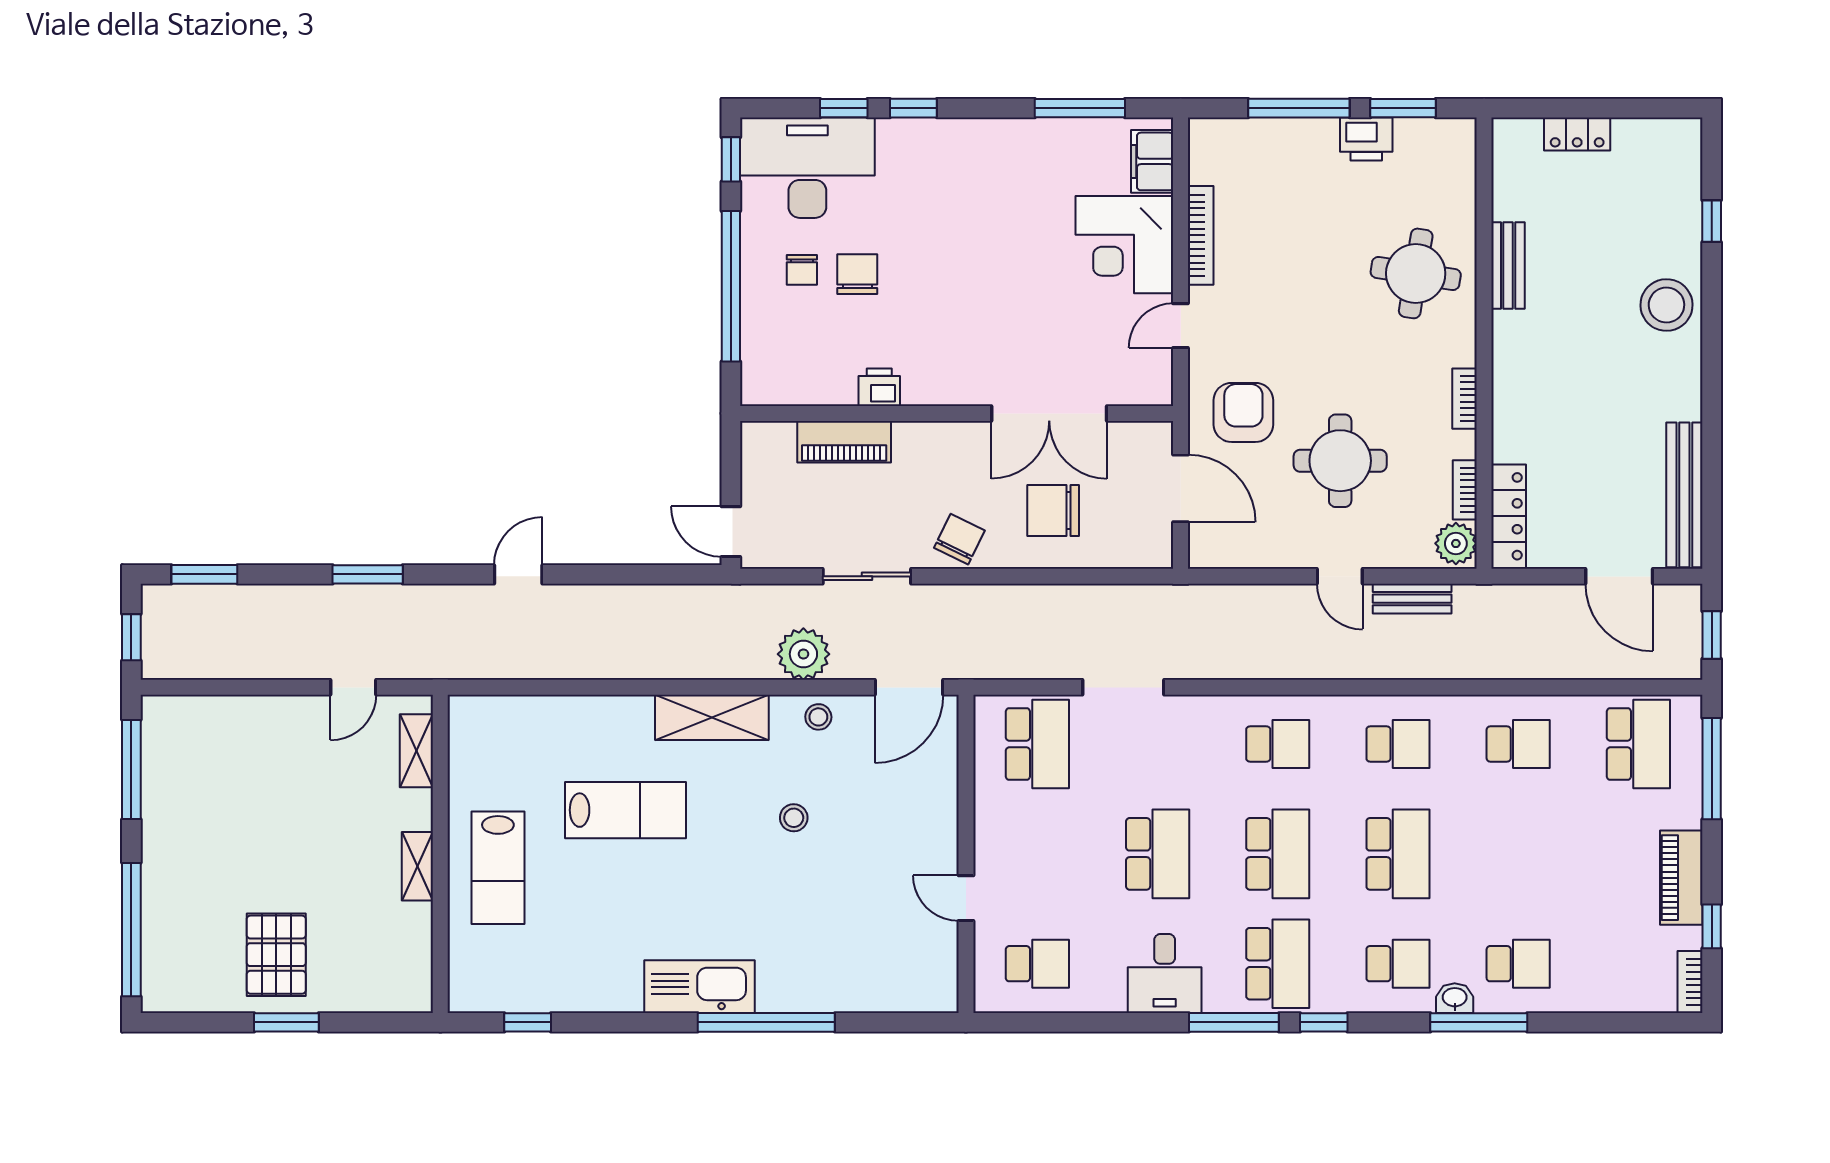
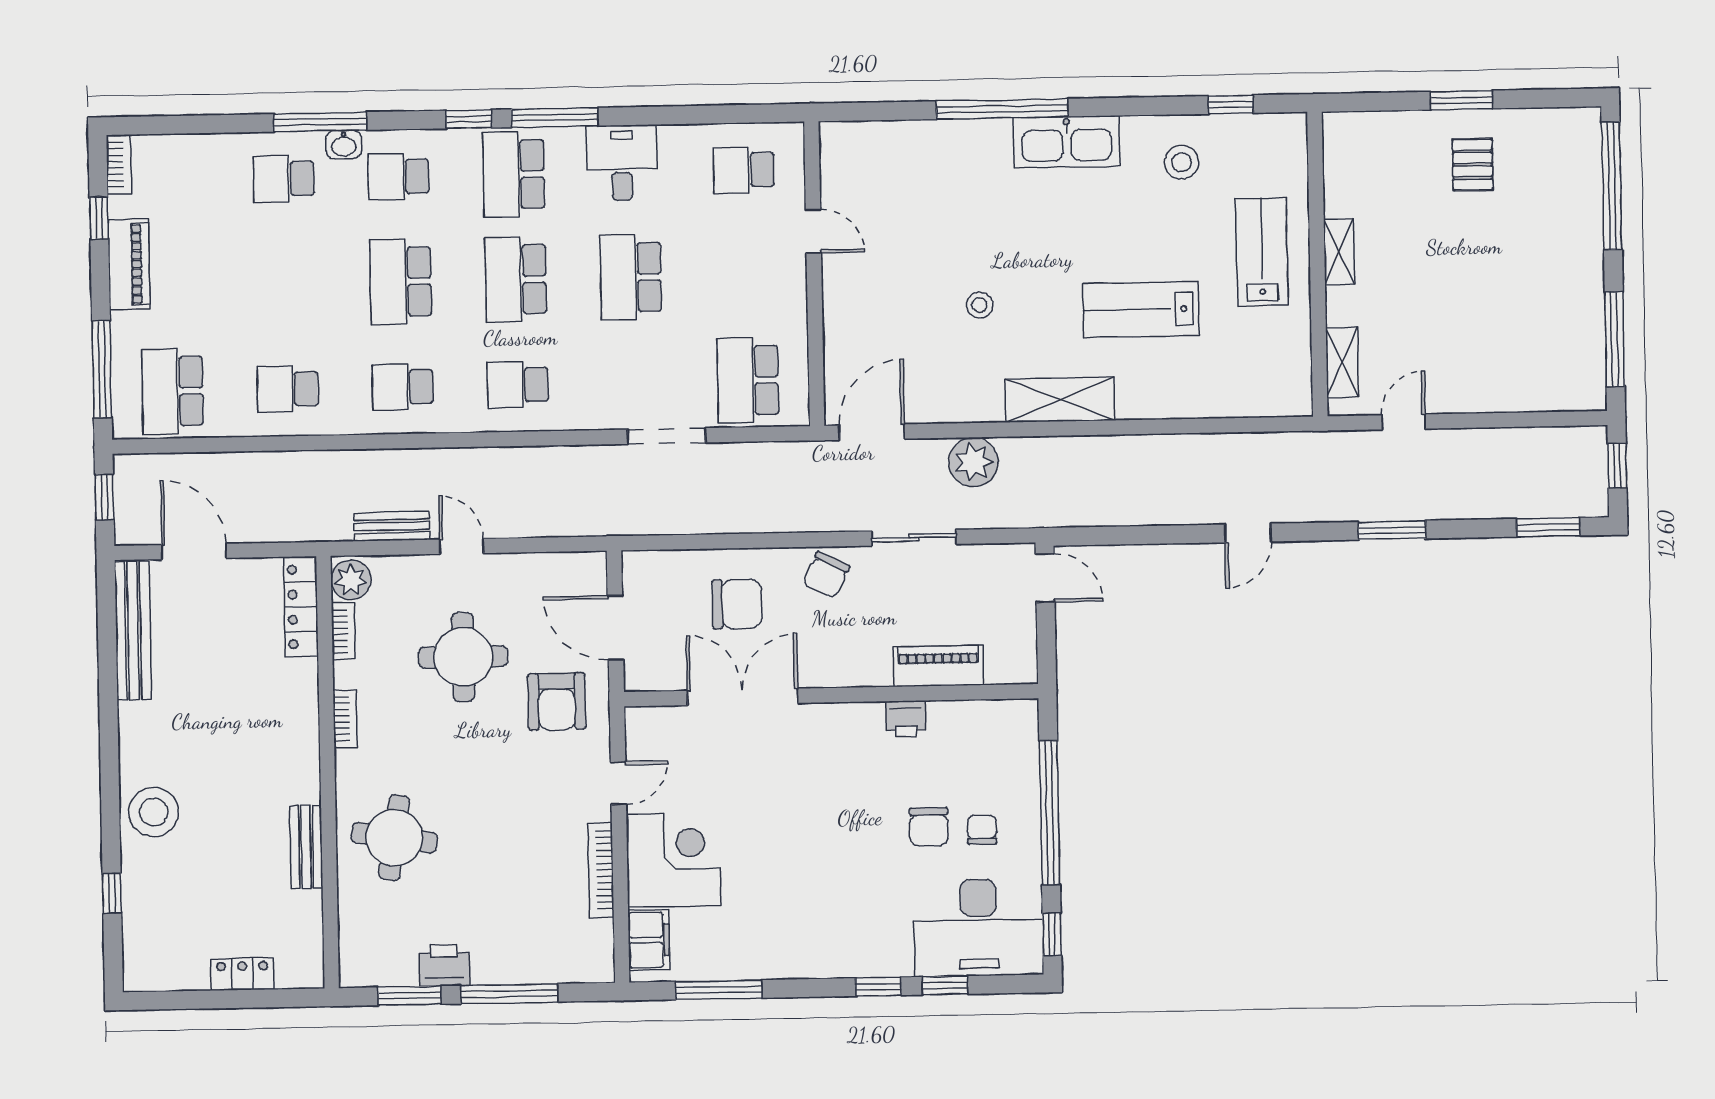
stool: (818, 717) -> (1182, 162), moved, width x1.37, depth x1.37
pallet: (276, 955) -> (1473, 165), width x0.67, depth x0.71

